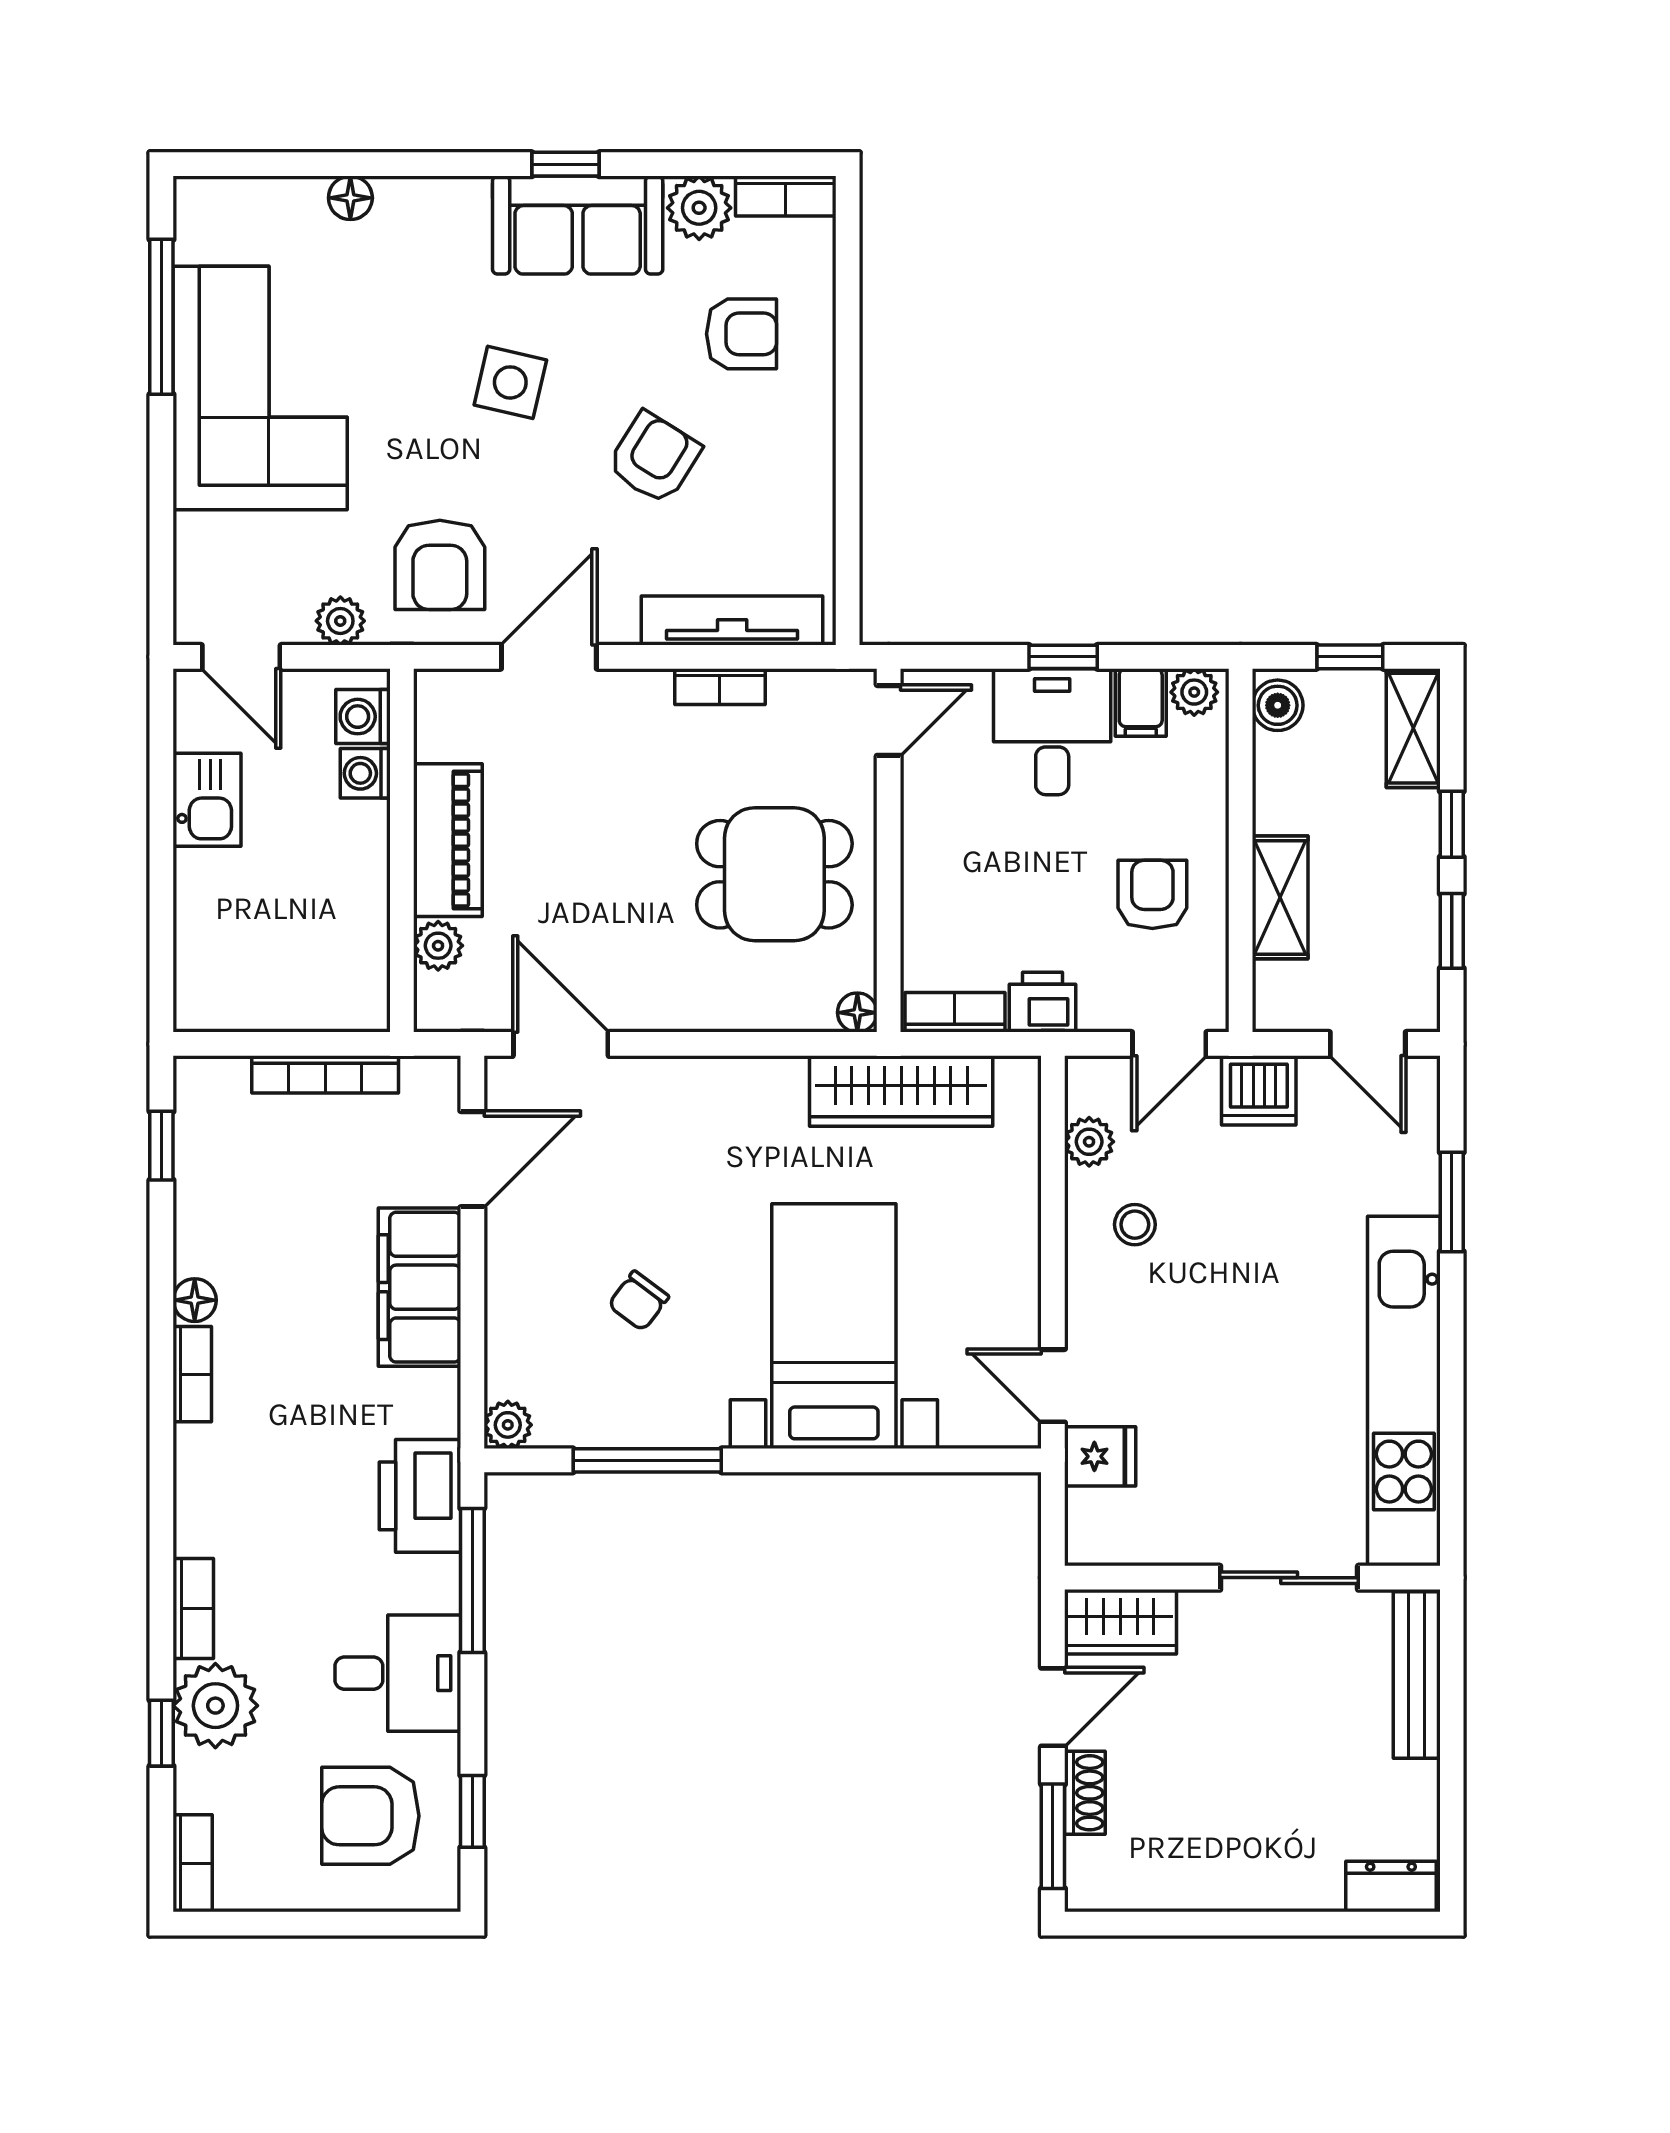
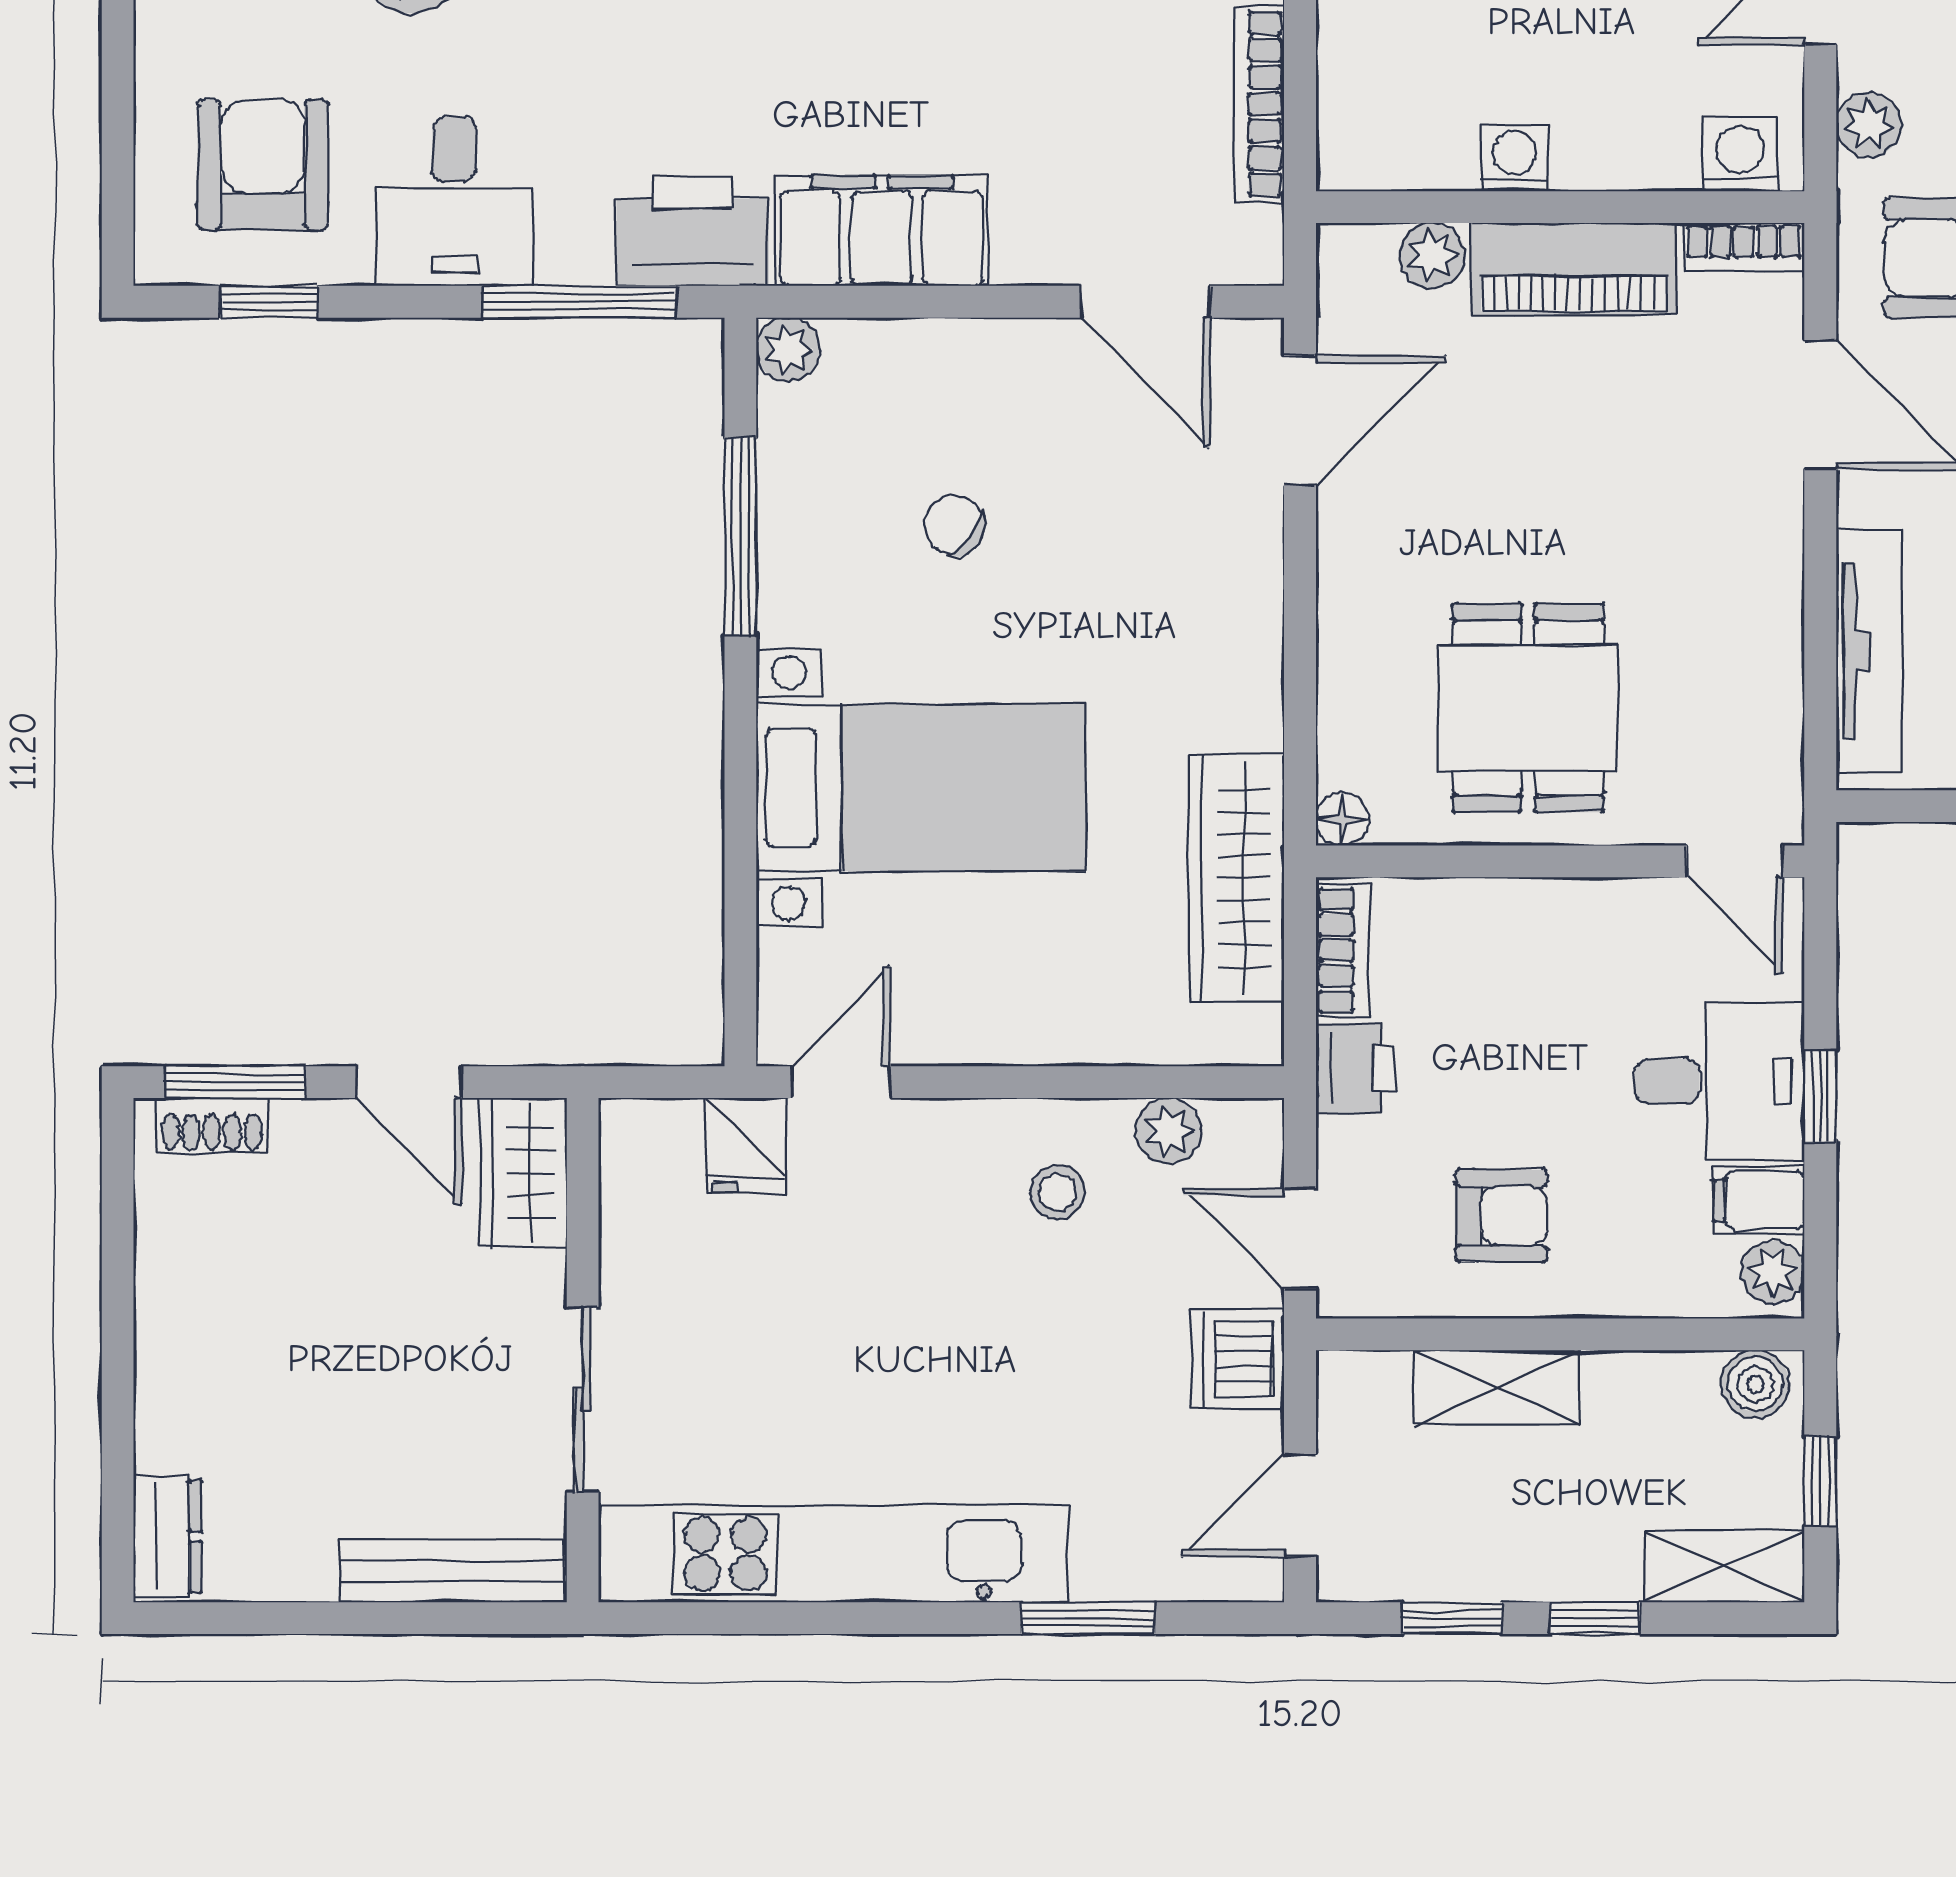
bookcase: (720, 687) -> (1744, 247), moved, turned -90
washing machine: (365, 773) -> (1514, 158), moved
filing cabinet: (419, 1287) -> (882, 231), moved
shoe rack: (1085, 1793) -> (212, 1125), moved

